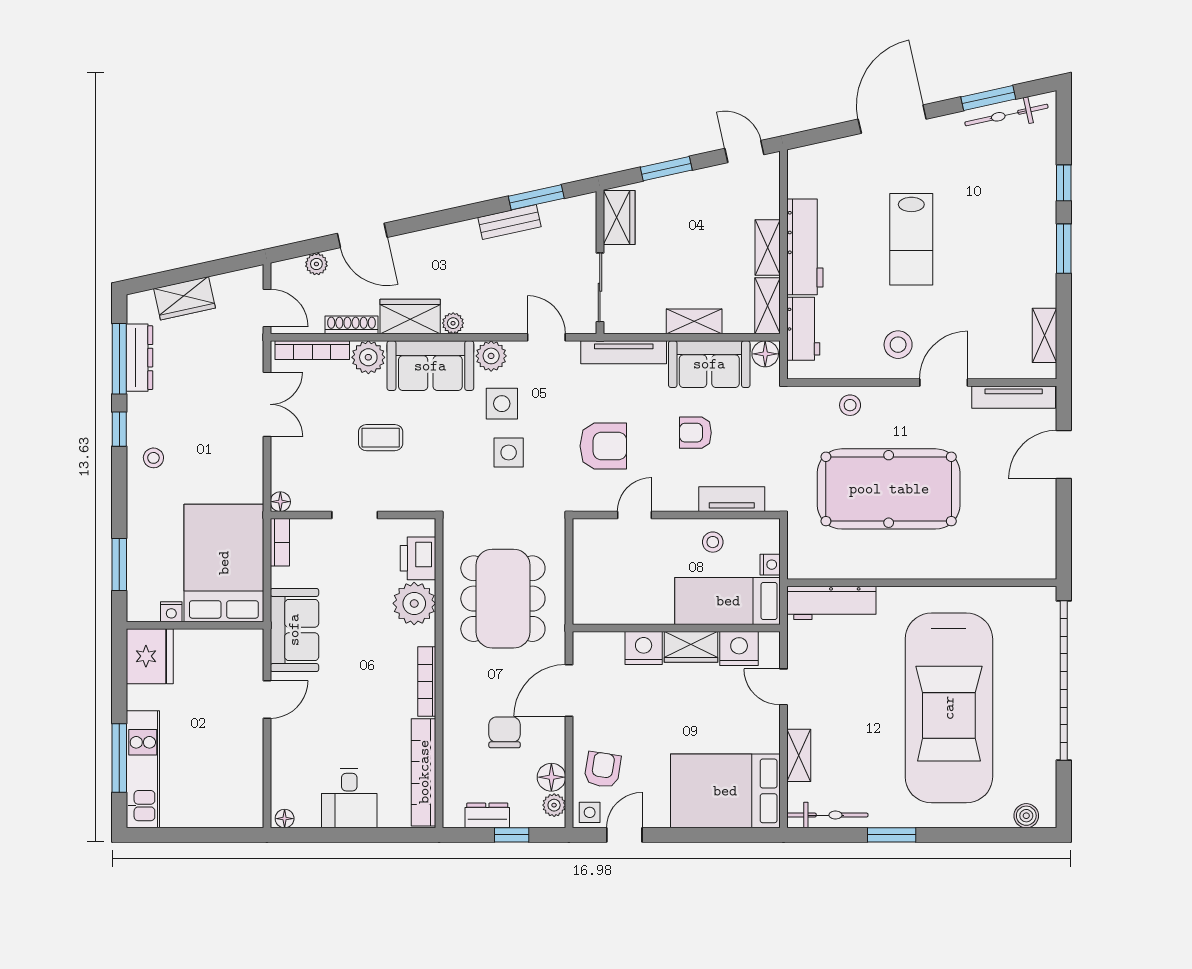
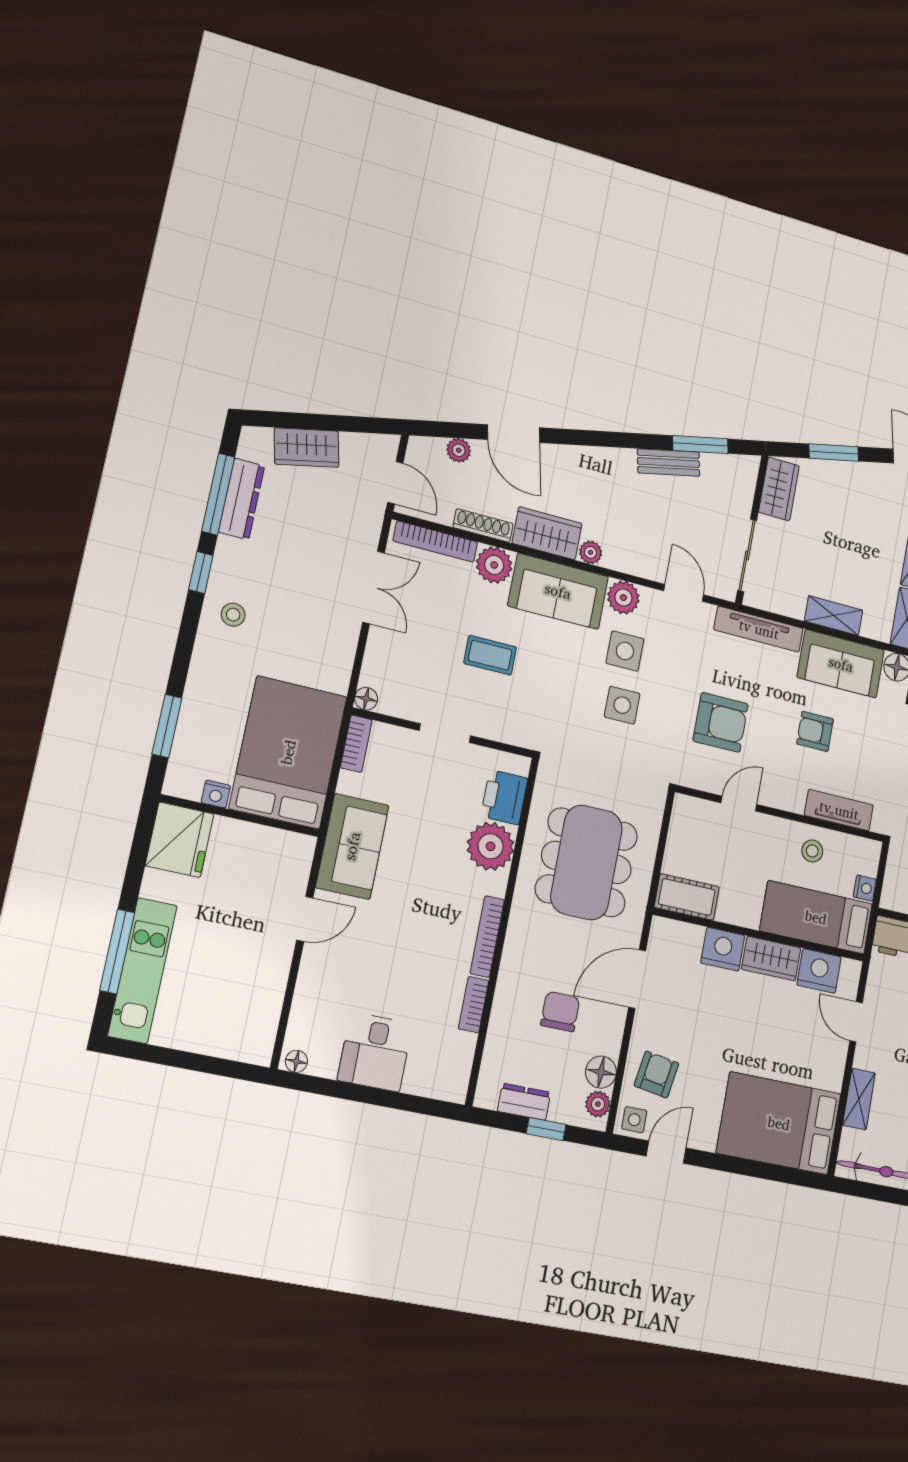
cot: (601, 609) -> (687, 897), added
bookcase: (424, 772) -> (474, 1005), width x0.43, depth x0.76

